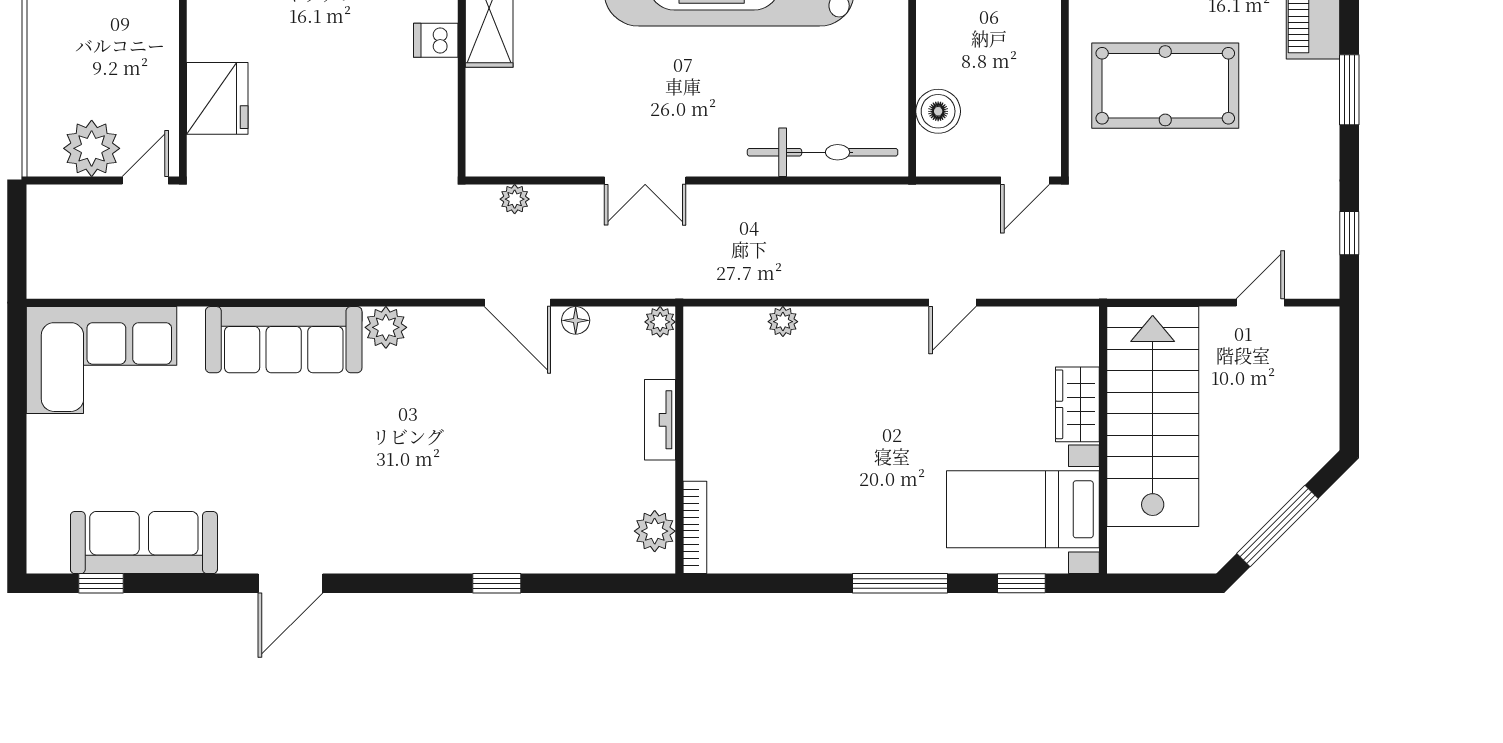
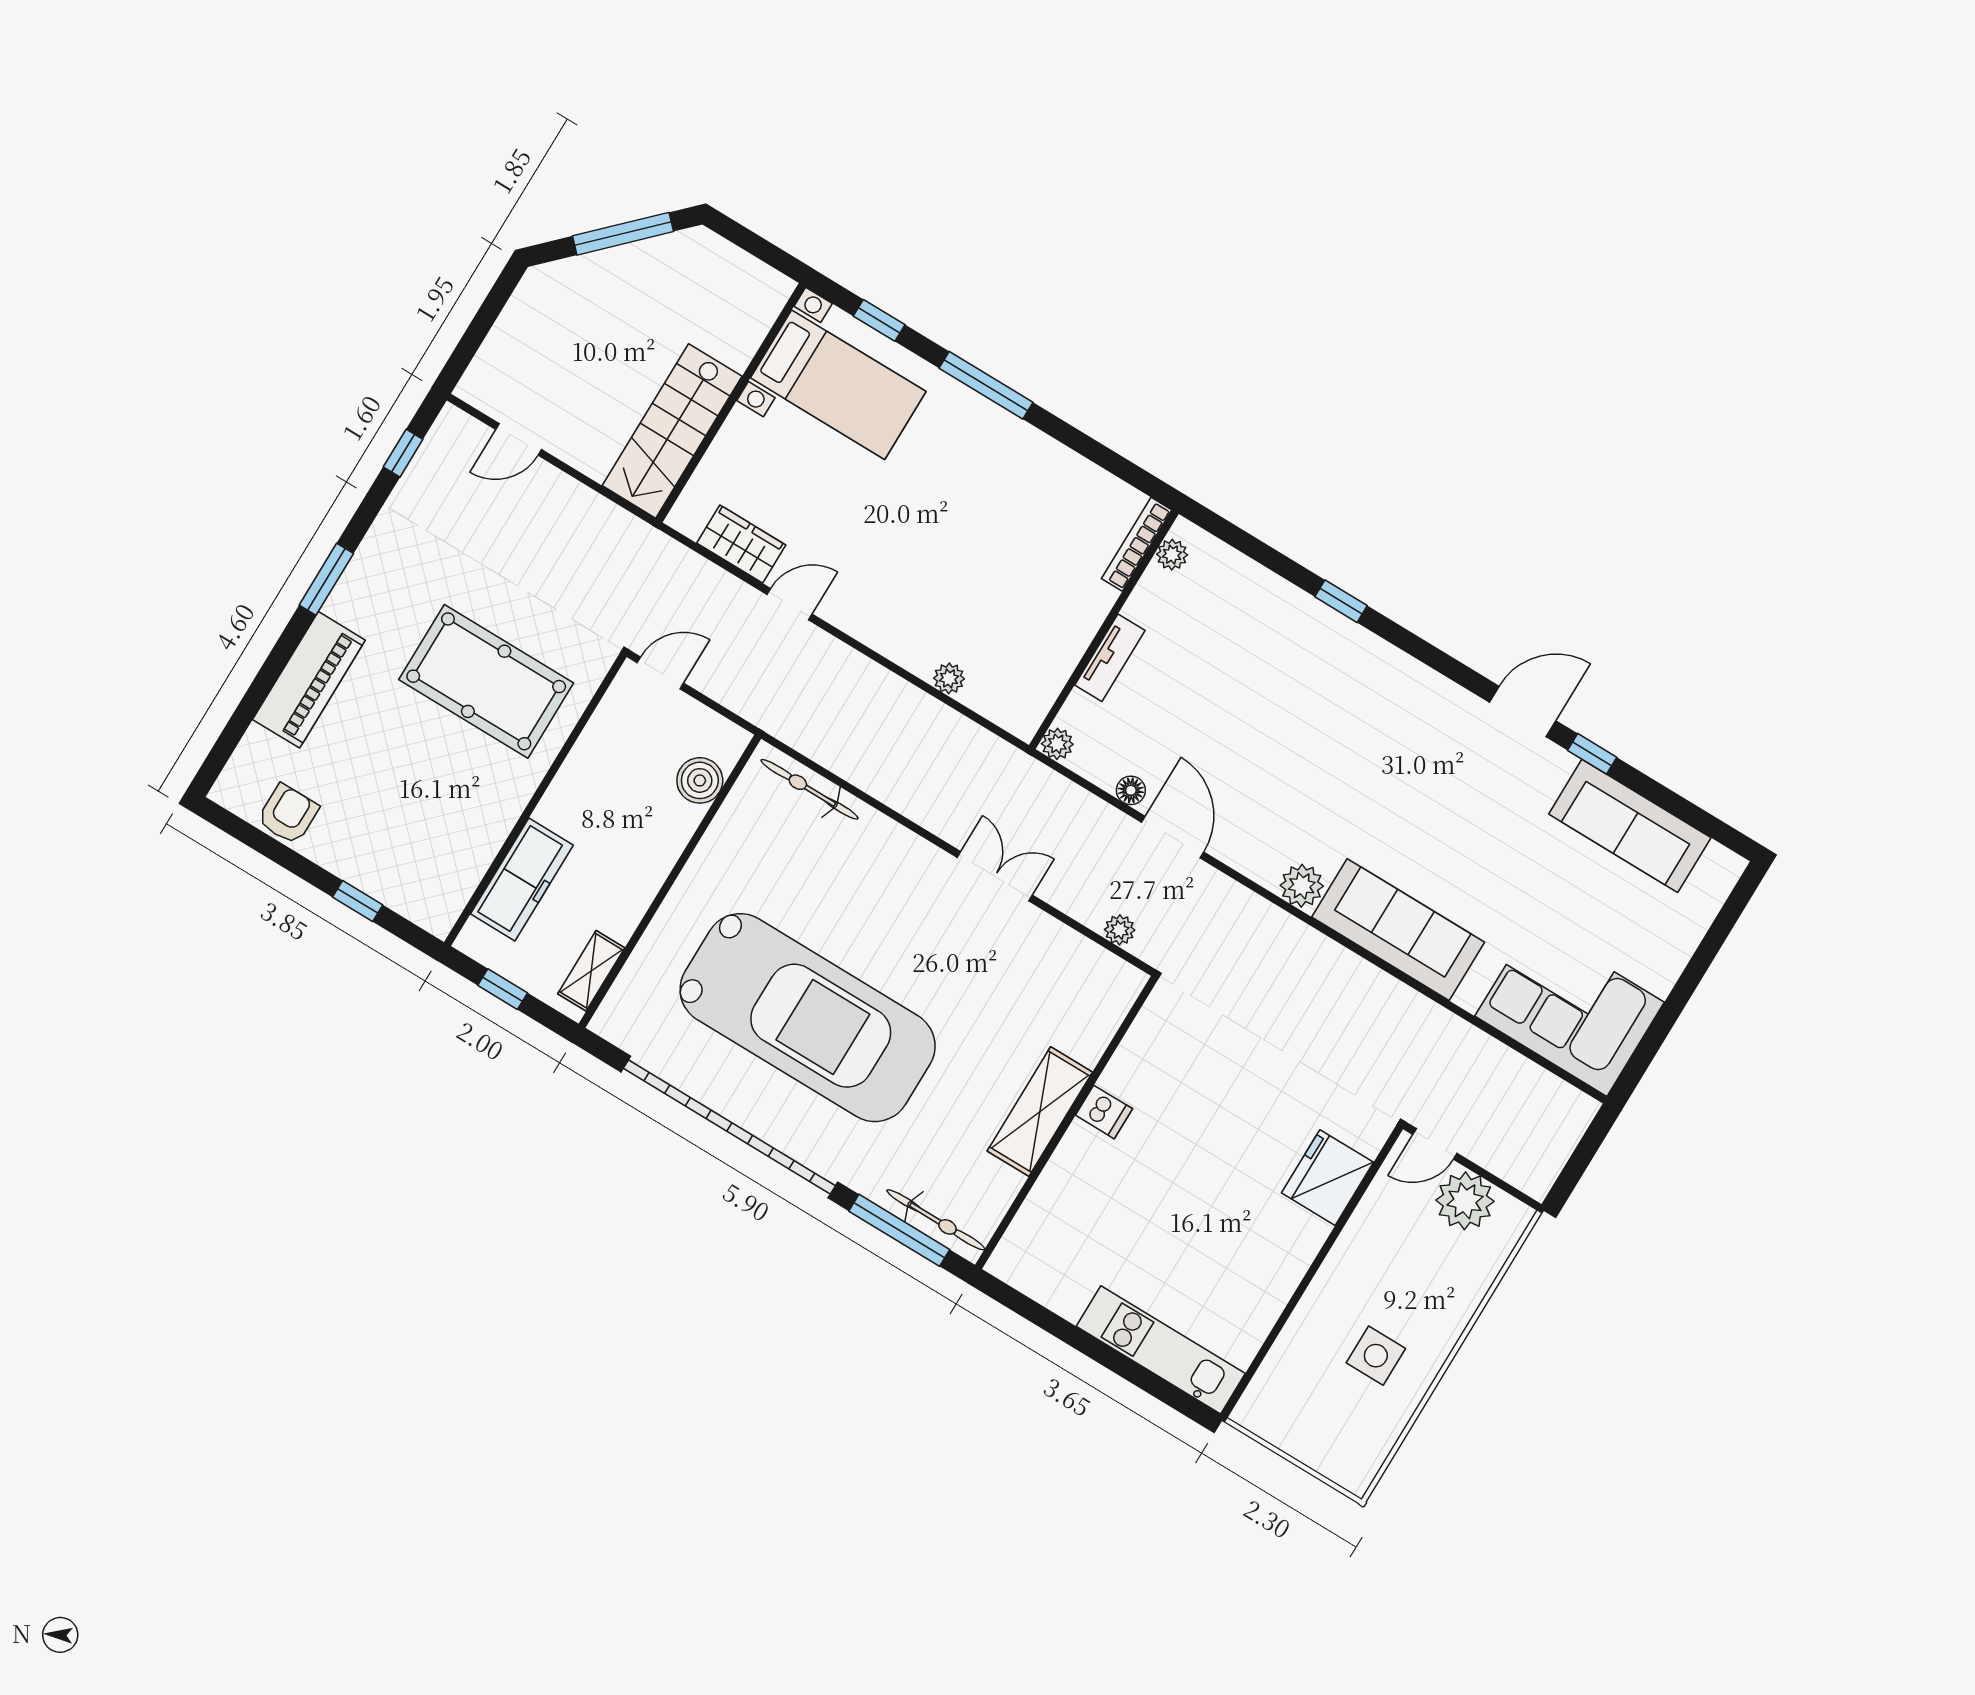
bicycle: (823, 152) -> (809, 789), width x0.73, depth x0.71
wardrobe: (1077, 404) -> (741, 544), moved, turned -90
stairs: (1153, 417) -> (672, 431), width x0.73, depth x0.66
plant: (655, 531) -> (1172, 555), width x0.73, depth x0.73
window: (101, 583) -> (1592, 754), moved

